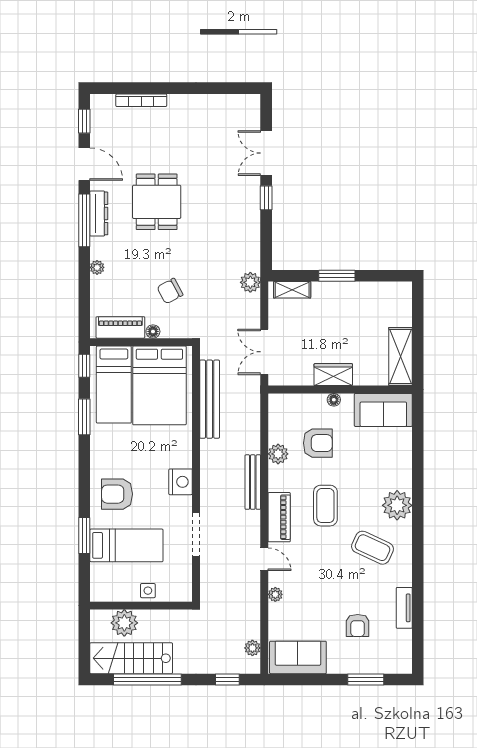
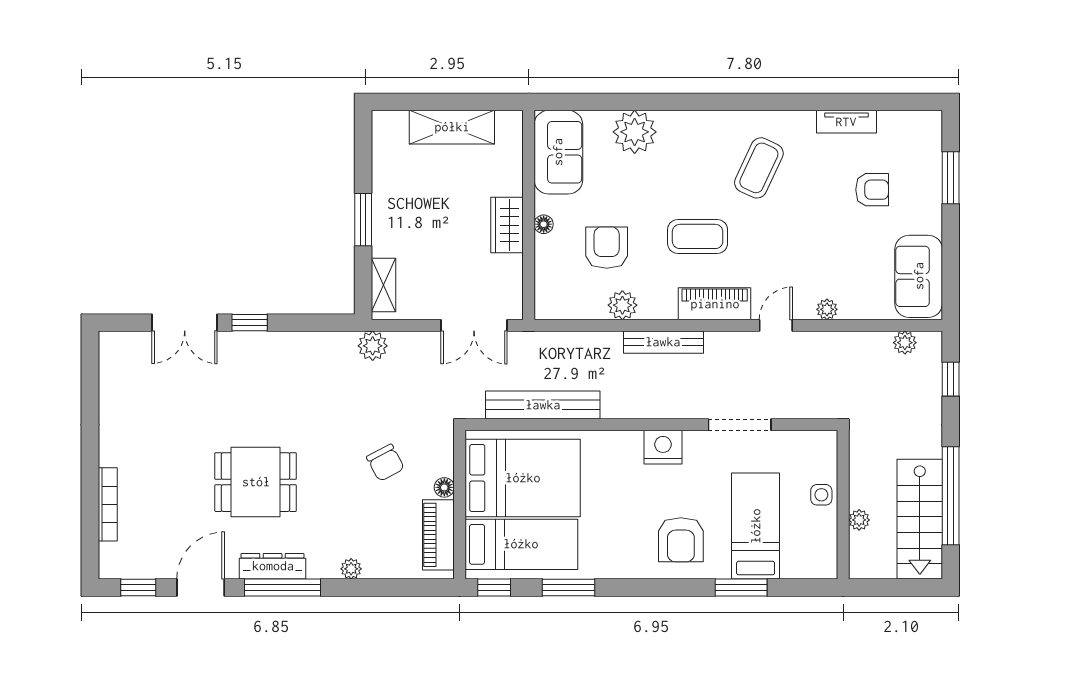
shelving: (400, 356) -> (452, 127), moved
plant: (397, 505) -> (635, 132), moved
plant: (124, 623) -> (859, 520), width x0.53, depth x0.53

